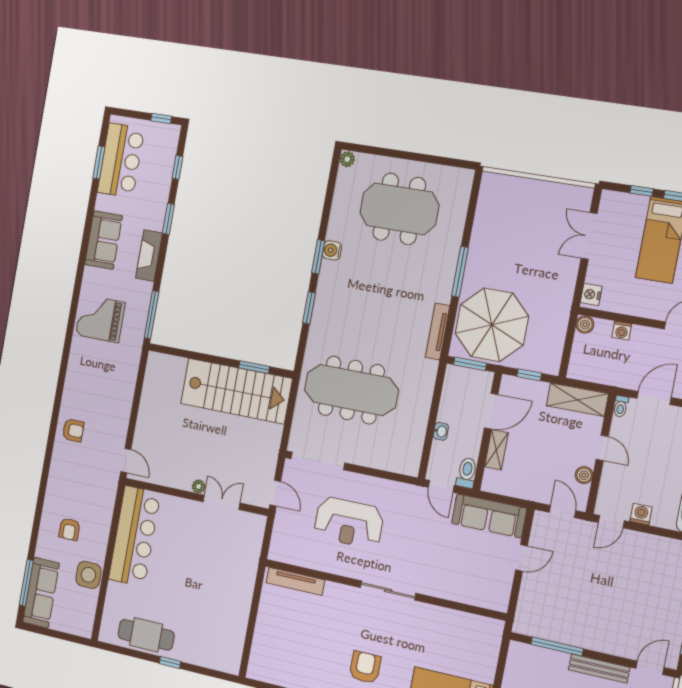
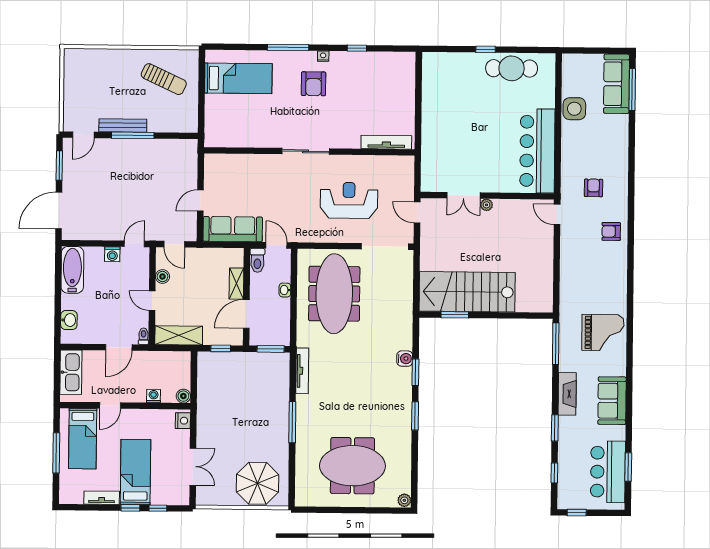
water cooler: (332, 250) -> (405, 359), moved
parasol: (492, 325) -> (258, 483), moved, width x0.73, depth x0.73
meeting table: (351, 390) -> (334, 294), moved, turned 90
armchair: (69, 529) -> (594, 188), moved
window: (557, 647) -> (133, 135), moved

